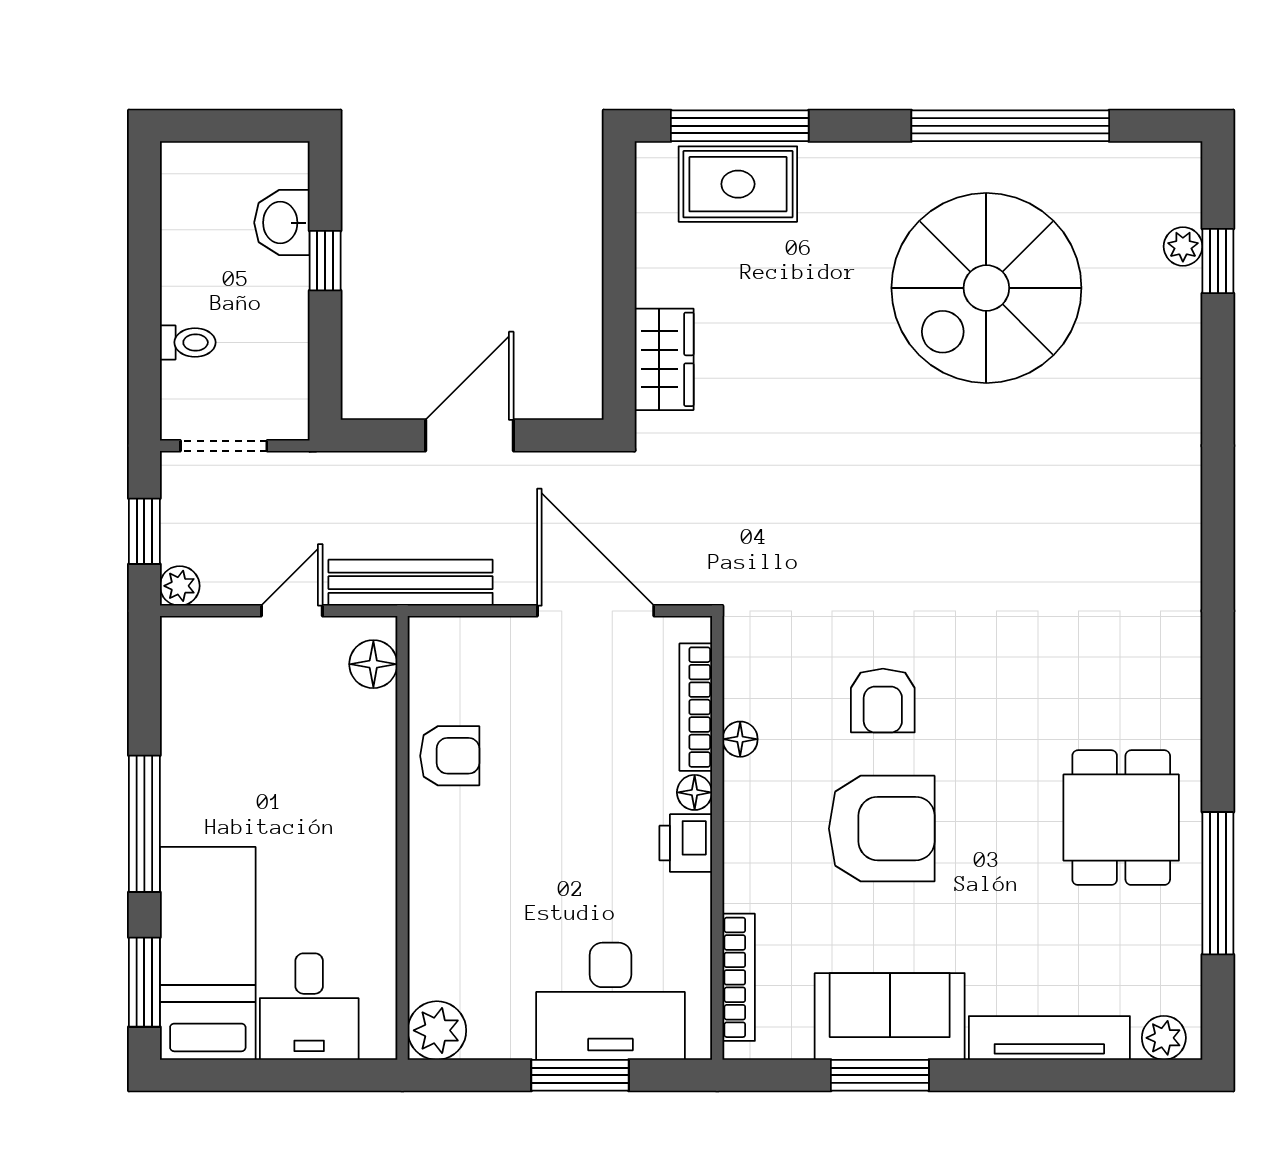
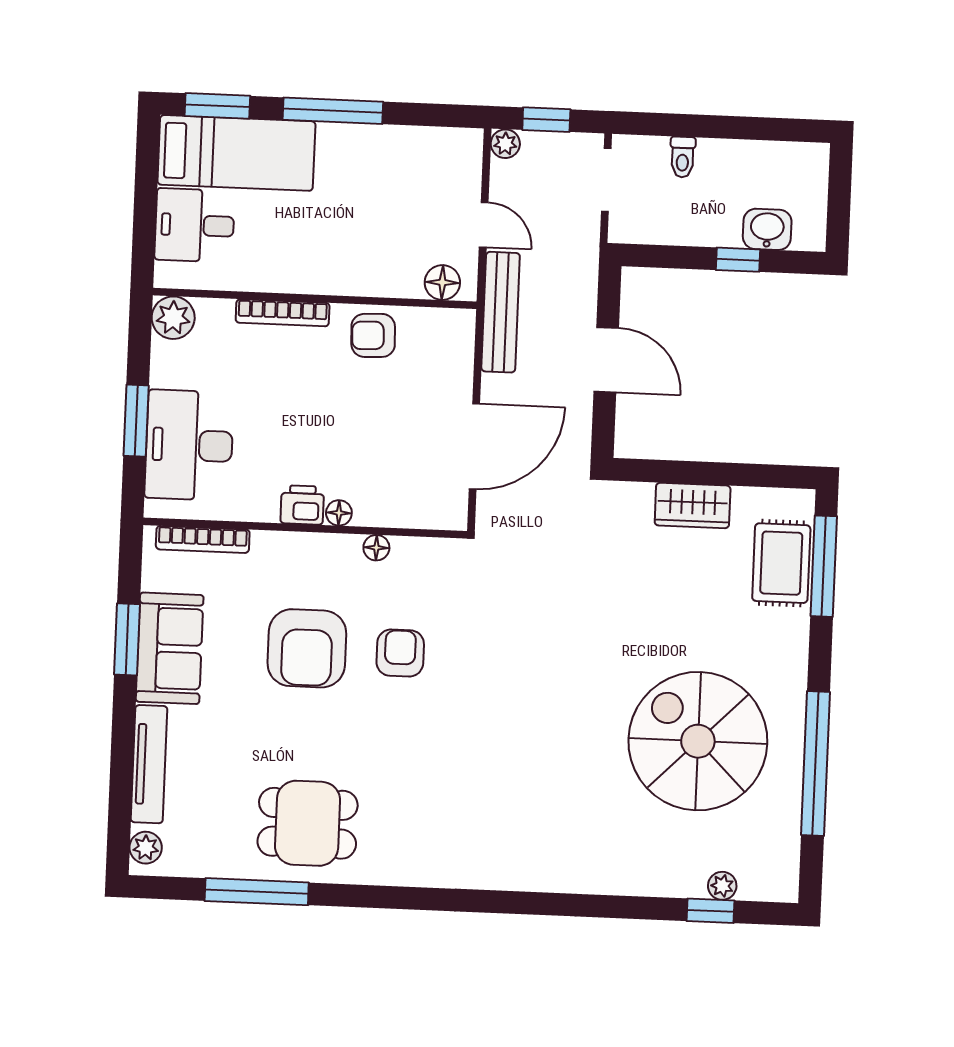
wardrobe: (664, 359) -> (693, 505), moved
armchair: (883, 701) -> (400, 653), turned 90
bookcase: (696, 707) -> (283, 313), moved, turned 180
armchair: (450, 756) -> (373, 335), turned 88

